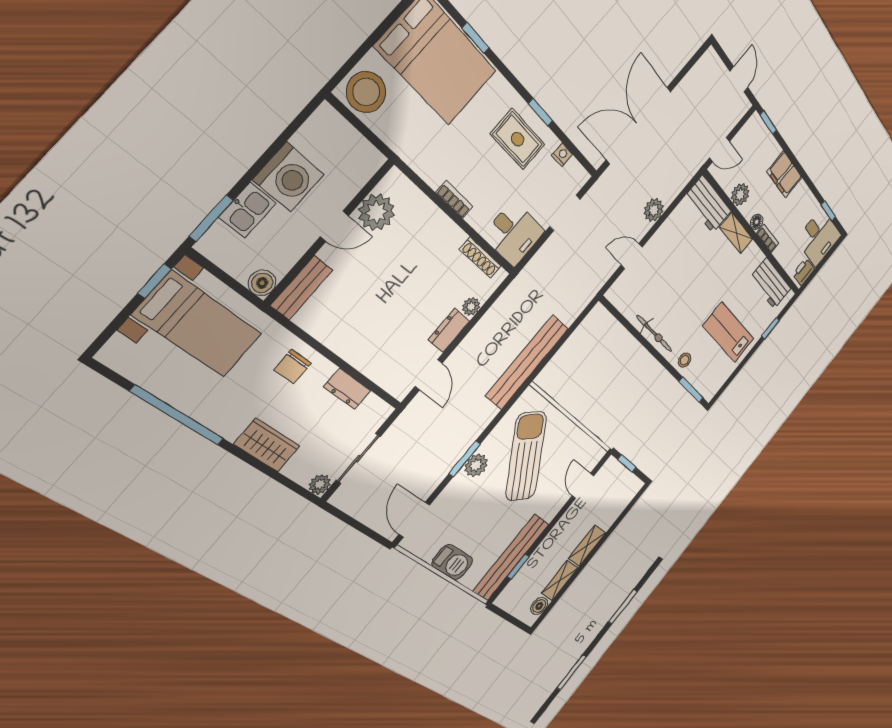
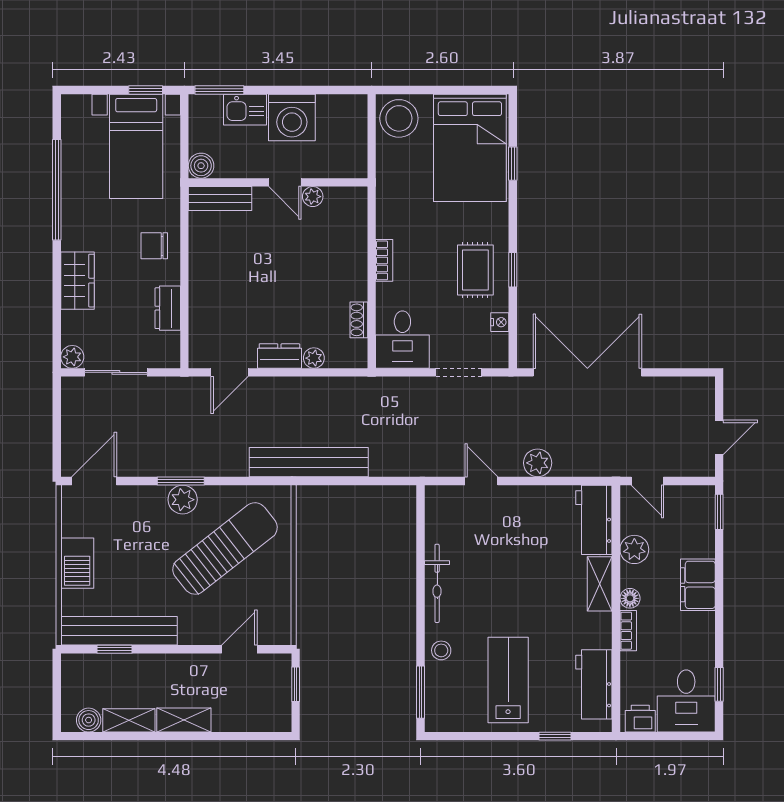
plant: (376, 212) -> (313, 197), width x0.53, depth x0.53
shoe rack: (480, 258) -> (359, 320), width x0.70

